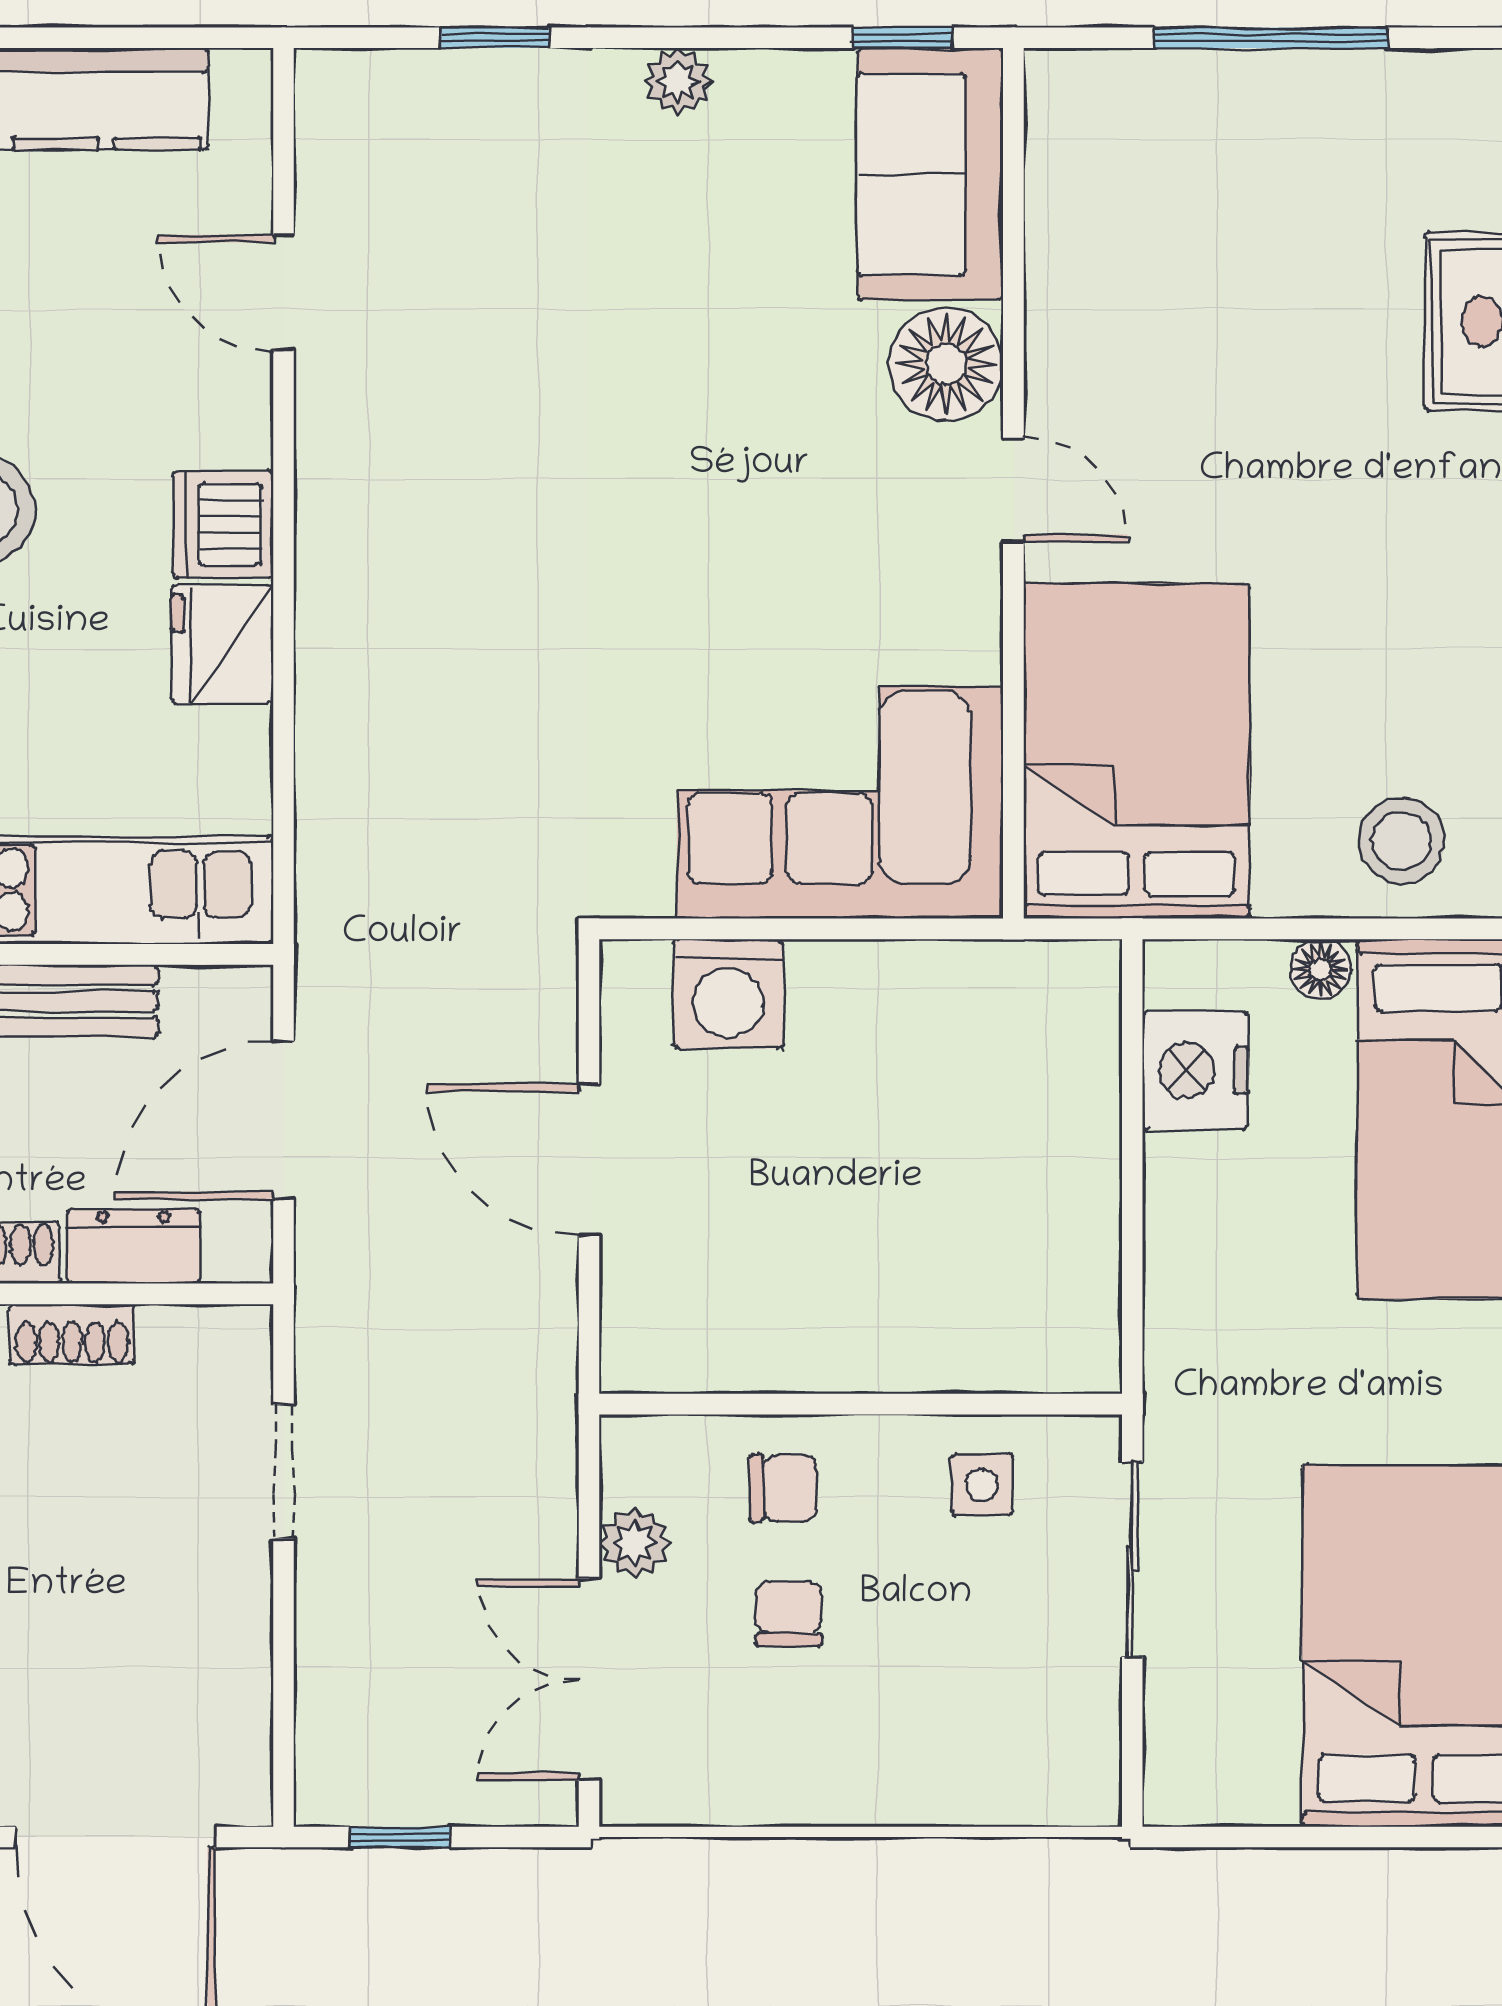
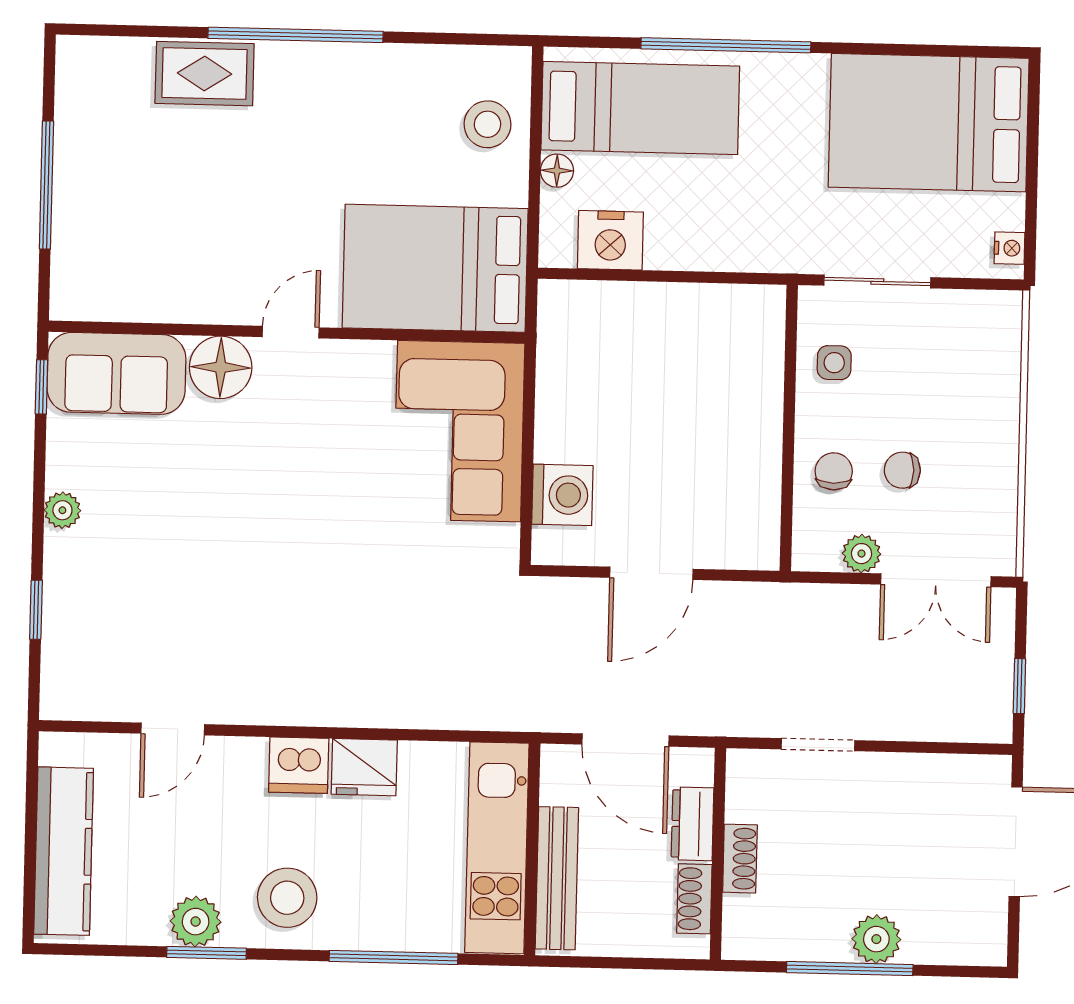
nightstand: (1199, 1799) -> (1009, 248), added

